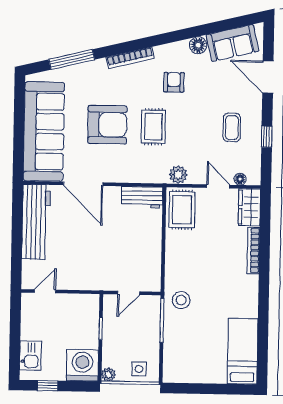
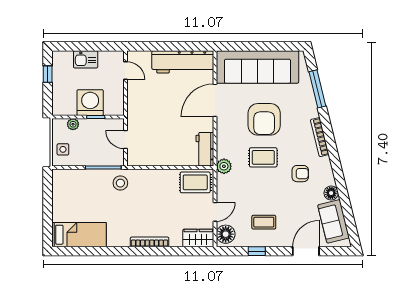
plant: (178, 175) -> (224, 166), moved
floor lamp: (240, 179) -> (226, 234), width x1.89, depth x1.89
bookcase: (253, 250) -> (150, 242), moved
kitchen sink: (30, 356) -> (86, 59), moved
washing machine: (82, 365) -> (90, 103), moved, turned -90
plant: (108, 375) -> (73, 124), moved

